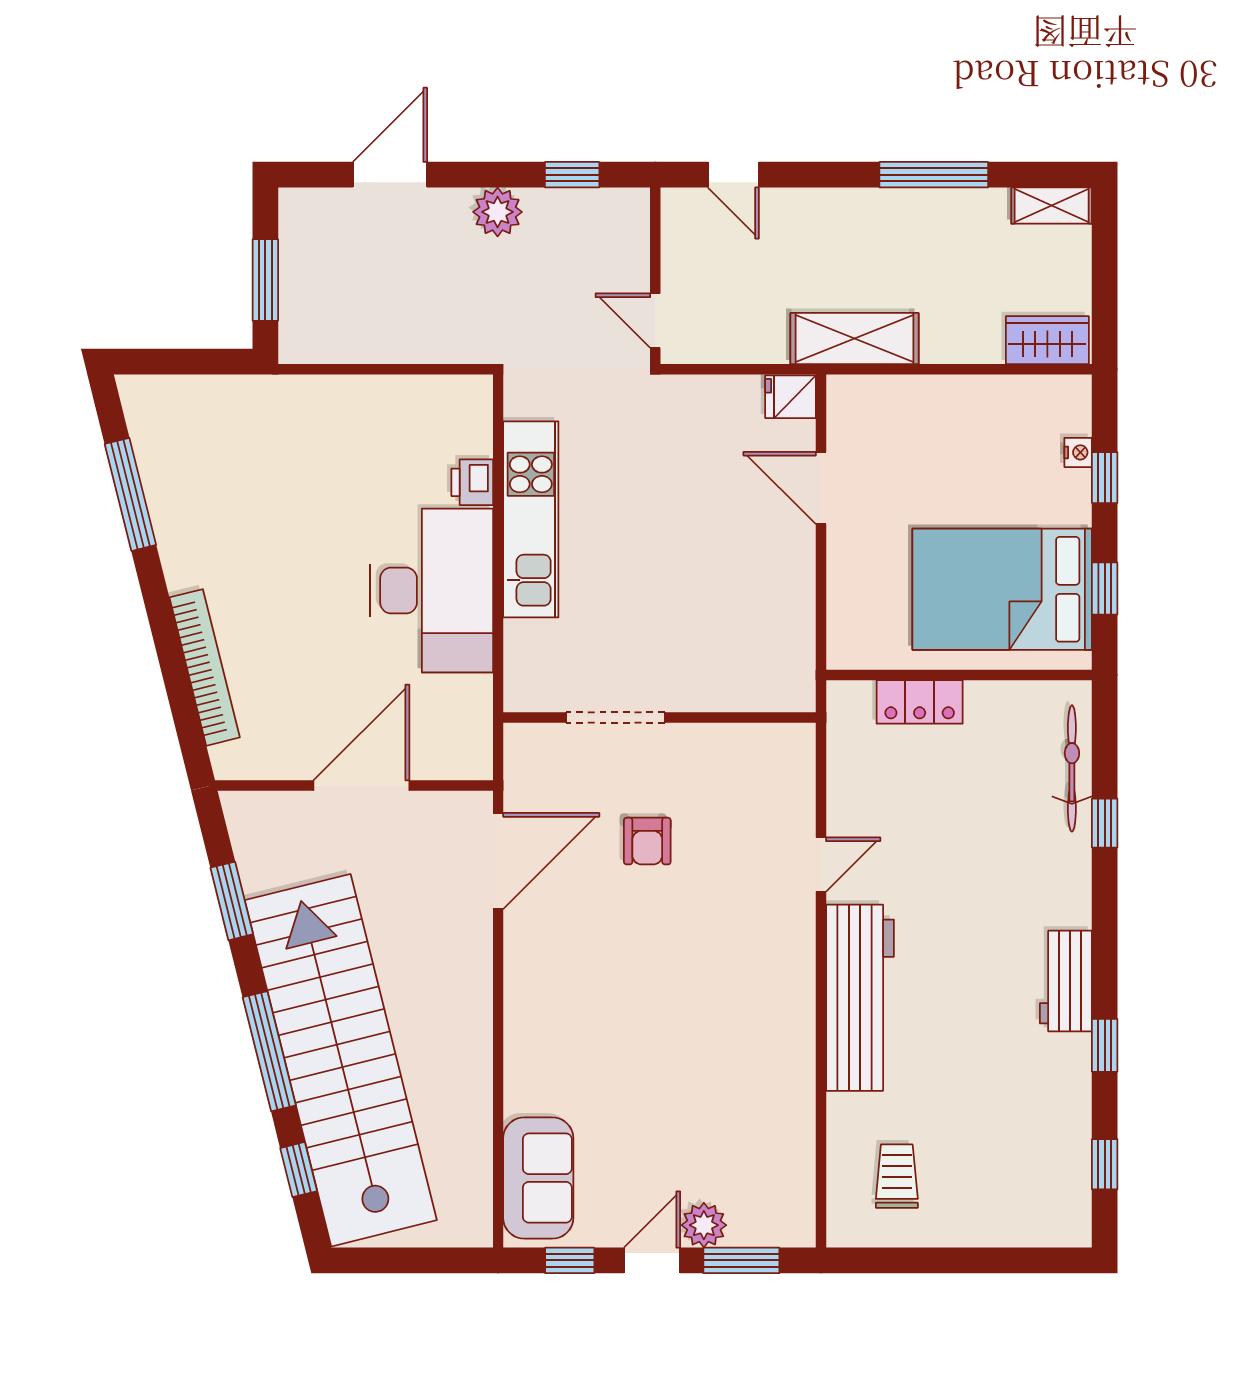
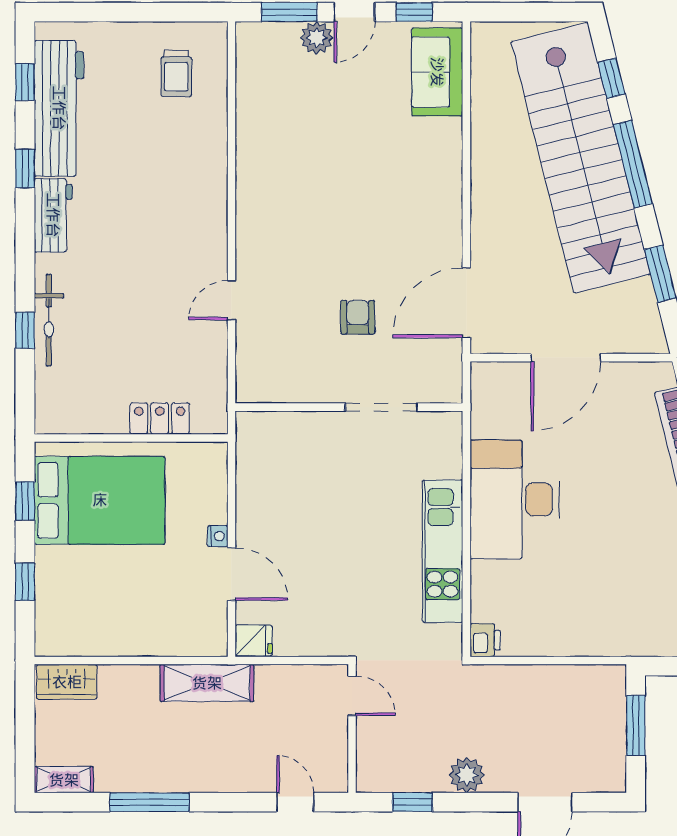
nightstand: (1078, 452) -> (218, 536), moved, turned 180
printer: (472, 482) -> (485, 640), moved
bicycle: (1072, 768) -> (49, 320), moved
workbench: (860, 998) -> (59, 108), moved, turned 180

